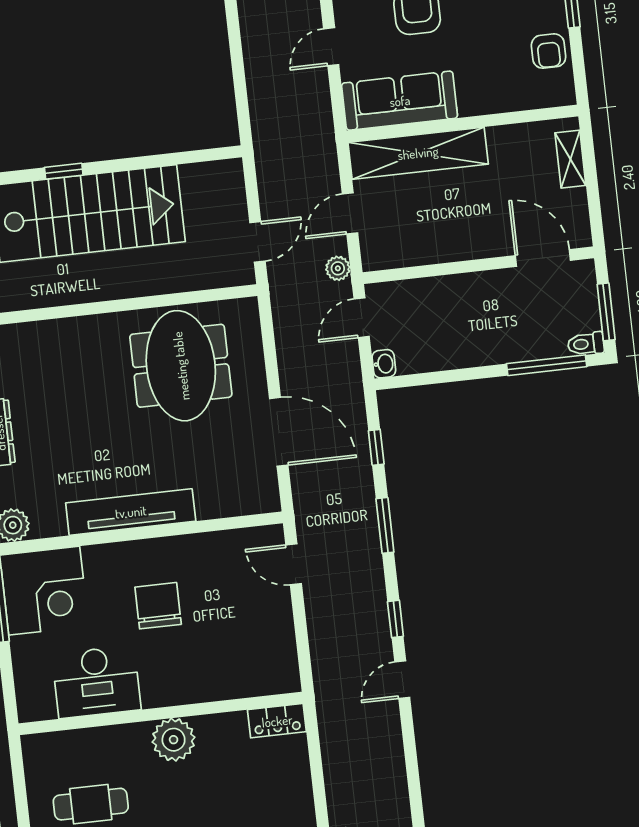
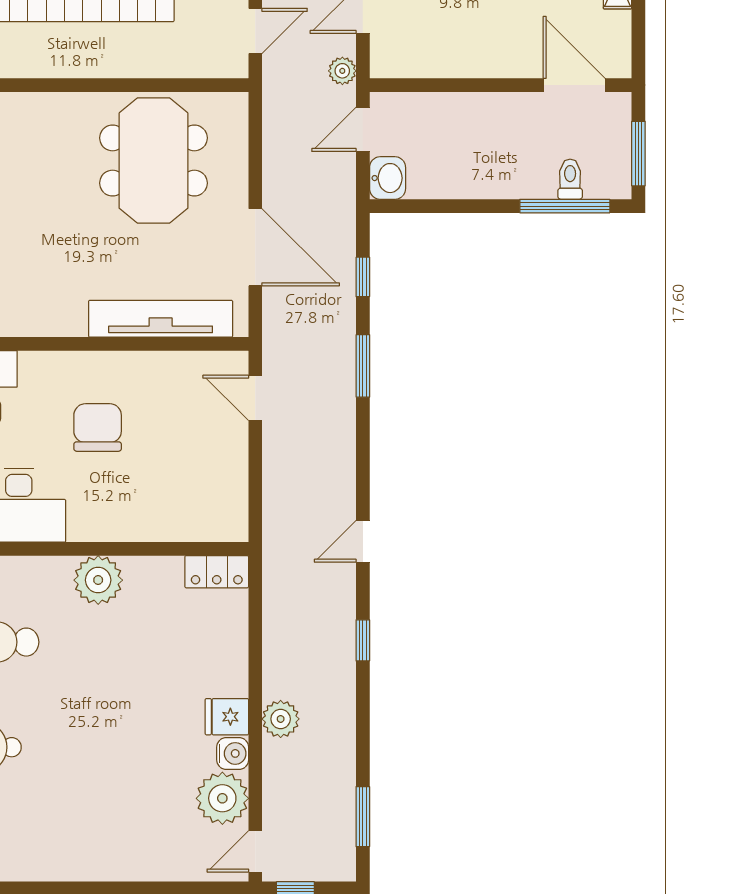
toilet: (586, 344) -> (570, 179), moved, turned 90
washbasin: (384, 364) -> (388, 178), width x1.38, depth x1.45
tv unit: (131, 512) -> (161, 319), moved
window: (395, 619) -> (363, 640), moved

